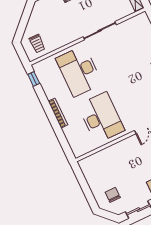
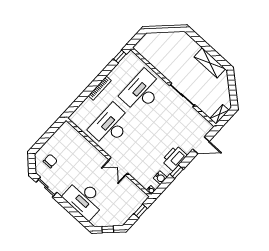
trolley: (37, 43) -> (151, 48), removed
desk: (101, 118) -> (110, 126), turned 180

